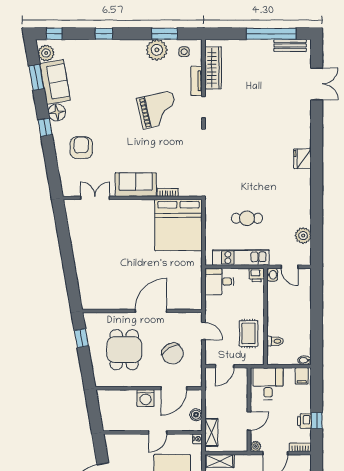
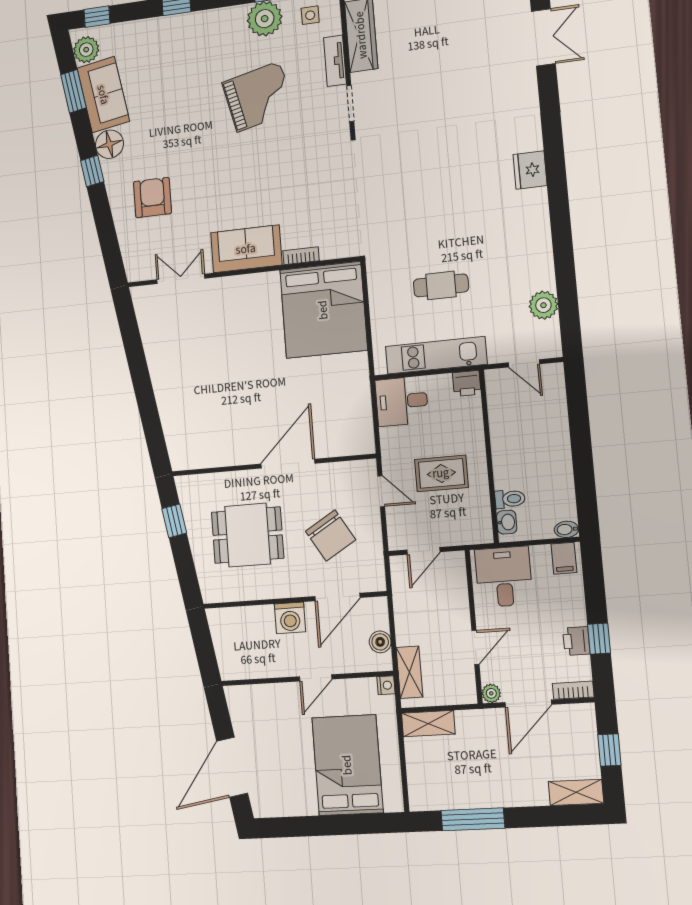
grand piano: (158, 110) -> (258, 97), moved
washbasin: (272, 275) -> (507, 522), moved
rug: (249, 333) -> (441, 473), moved, turned 90
dining table: (124, 350) -> (248, 535), turned 90

